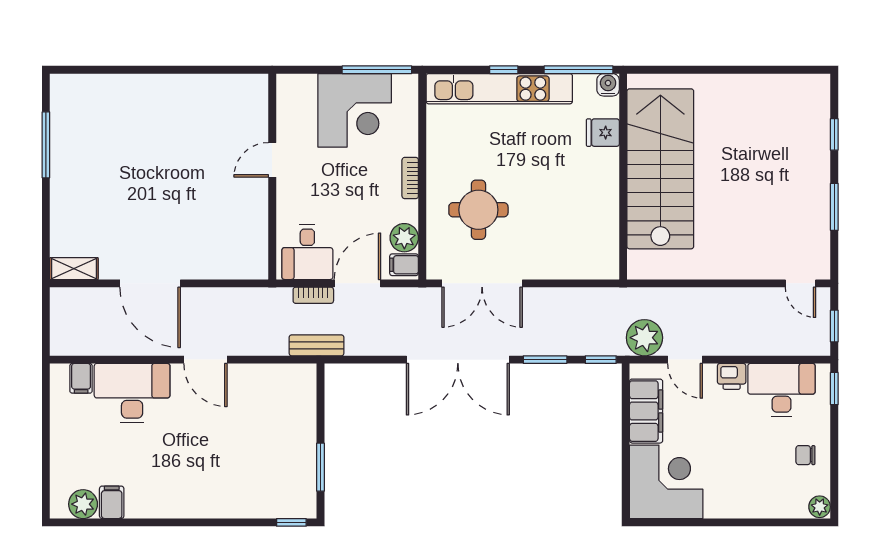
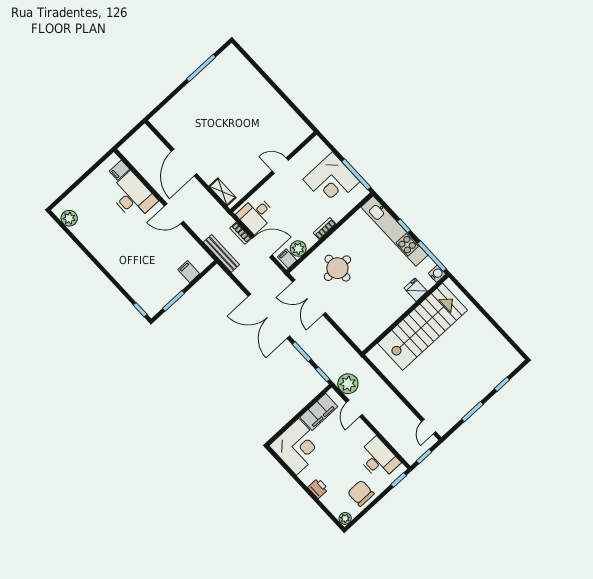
shelving: (74, 269) -> (222, 192), moved
bench: (316, 345) -> (221, 253), width x1.36
door: (205, 360) -> (174, 214), hinge flipped
printer: (732, 376) -> (318, 488), moved, turned 180
chair: (805, 455) -> (361, 493), width x1.87, depth x1.87
filing cabinet: (112, 502) -> (189, 272), moved, turned -90

